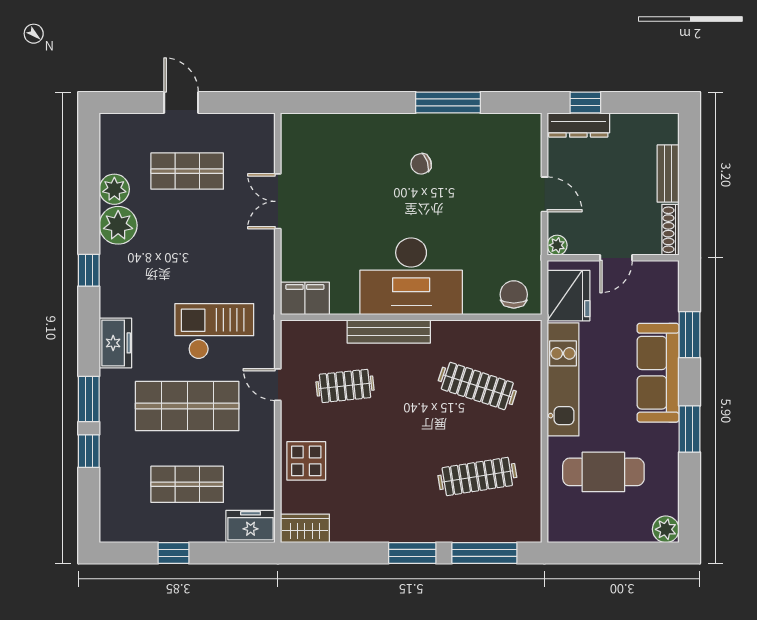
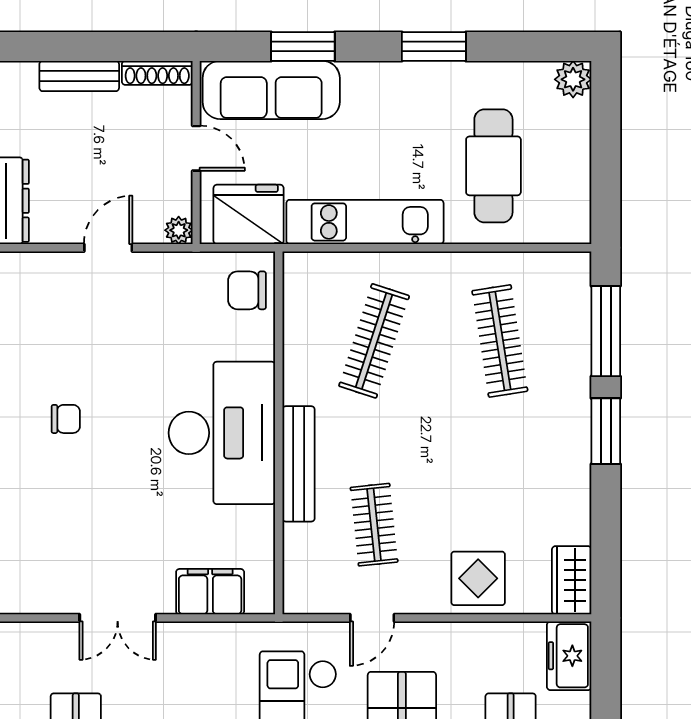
chair: (421, 164) -> (66, 419), turned -71
filing cabinet: (305, 298) -> (210, 592), moved, turned 90
sofa: (658, 373) -> (271, 90), moved

